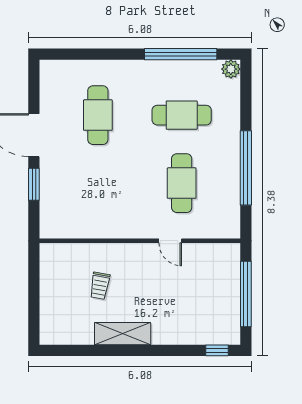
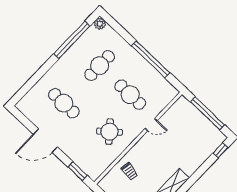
window: (34, 184) -> (78, 171), moved
round table: (116, 200) -> (110, 132), added
trolley: (100, 286) -> (129, 171), moved

